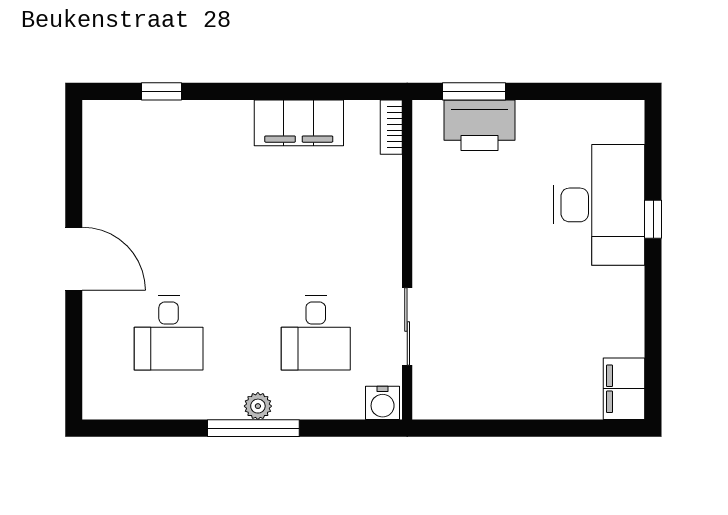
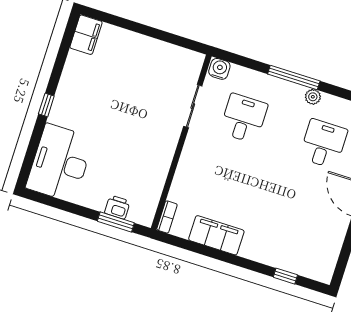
printer: (480, 125) -> (117, 207), width x0.53, depth x0.68
desk: (599, 205) -> (60, 163), moved
window: (653, 219) -> (46, 105), moved
plant: (258, 406) -> (313, 97), moved

